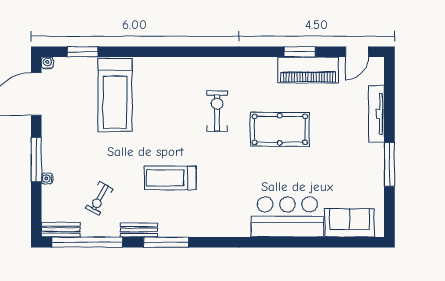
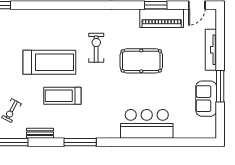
treadmill: (115, 95) -> (49, 62), moved, turned -90
sofa: (350, 223) -> (206, 99), moved, turned -90
window: (166, 242) -> (80, 142), moved

